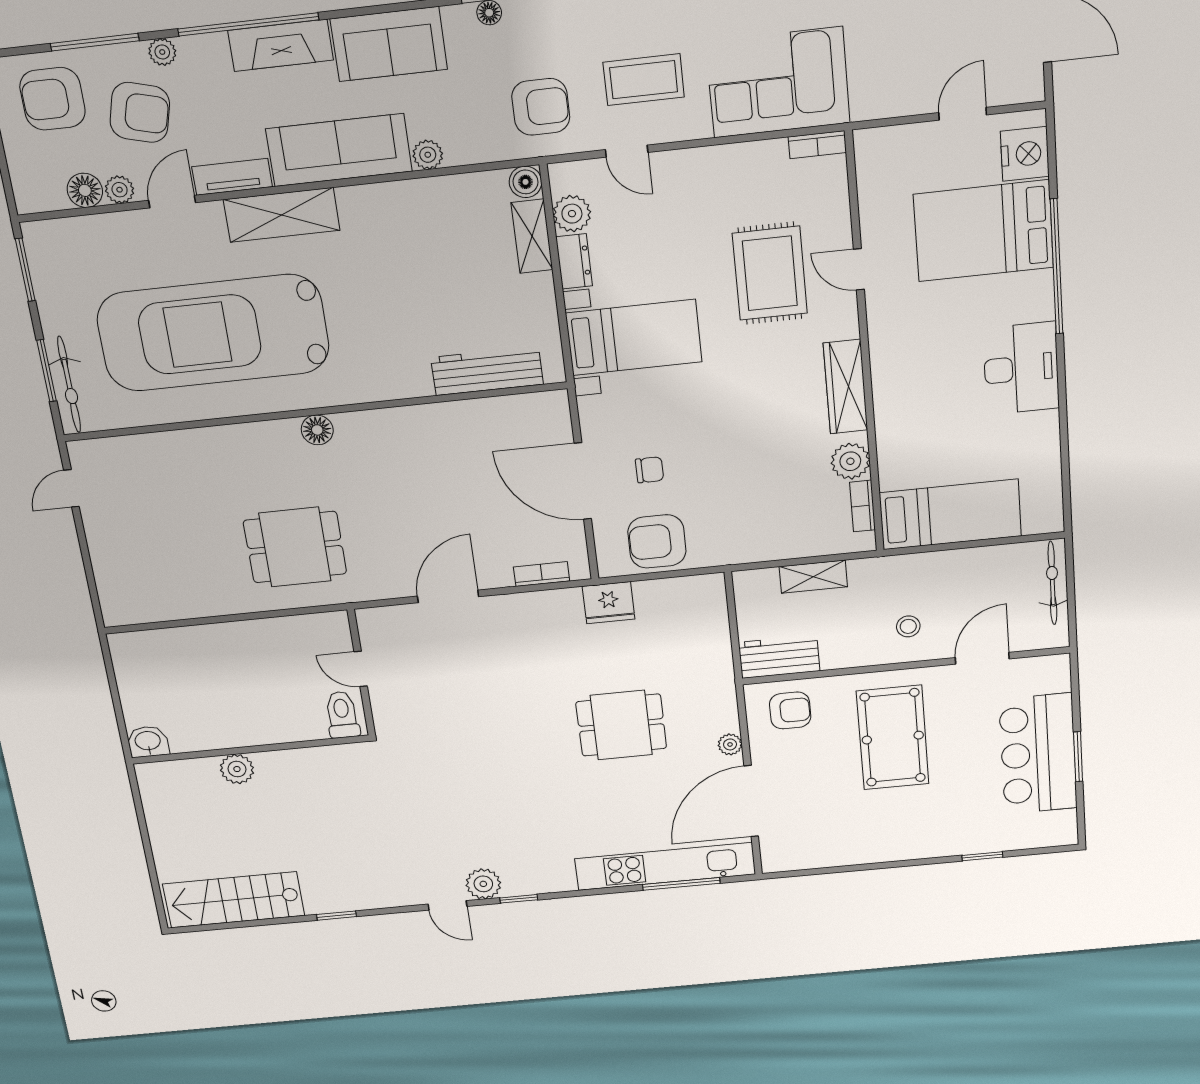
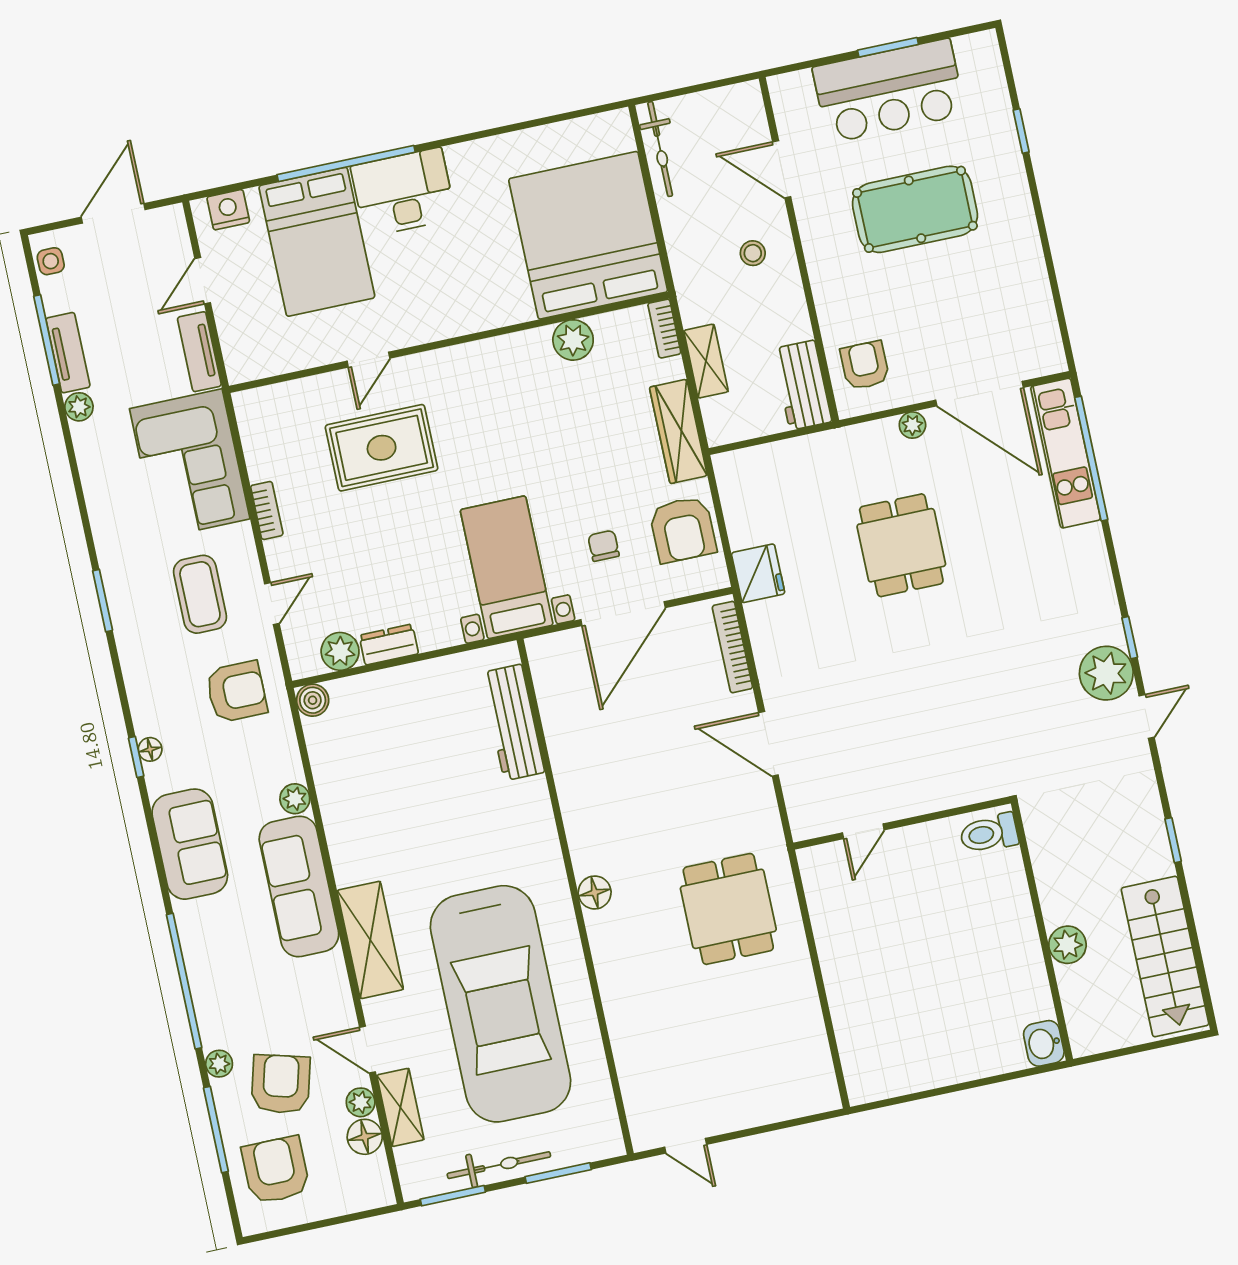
fireplace: (281, 45) -> (201, 949), removed
armchair: (53, 99) -> (276, 1170), turned 180
armchair: (541, 107) -> (236, 692), turned 90
door: (963, 114) -> (203, 281), hinge flipped
bookcase: (817, 145) -> (267, 510), moved
nightstand: (1025, 154) -> (228, 210), width x0.74, depth x0.75
tv unit: (232, 177) -> (199, 352), moved
shelving: (532, 236) -> (400, 1107), moved, turned 90
bed with nightstands: (634, 338) -> (507, 567), moved
desk: (1021, 368) -> (403, 192), moved
bicycle: (69, 384) -> (499, 1165), moved
wardrobe: (845, 387) -> (678, 431), moved, turned 90
bookcase: (863, 506) -> (664, 329), moved, turned 90
bed: (950, 514) -> (588, 235), width x2.04
bookcase: (542, 574) -> (732, 647), width x1.56
bicycle: (1052, 583) -> (660, 149), moved, turned -90
toilet: (342, 715) -> (989, 833), moved
pool table: (893, 738) -> (915, 209), moved
washbasin: (148, 742) -> (1044, 1043), moved
wall: (250, 750) -> (1042, 931), moved
plant: (237, 769) -> (1067, 945), moved
kitchen unit: (665, 866) -> (1066, 453), width x0.73
plant: (483, 884) -> (1106, 673), width x1.36, depth x1.36
window: (681, 884) -> (1091, 459), width x1.46

